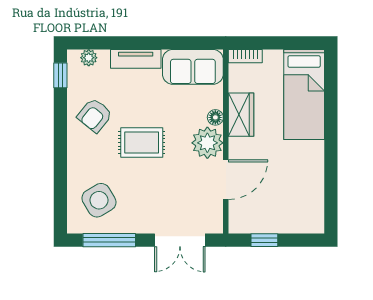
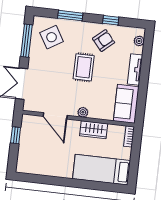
window: (60, 75) -> (111, 20), moved
armchair: (95, 115) -> (104, 41), turned 100
floor lamp: (215, 117) -> (94, 114), removed
plant: (207, 143) -> (83, 112), width x0.53, depth x0.53
window: (60, 174) -> (70, 16), added

